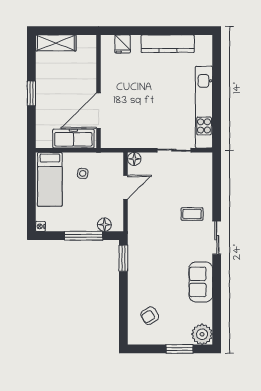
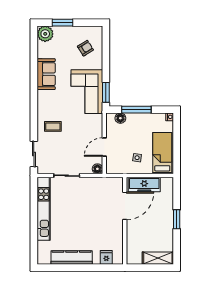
sliding door: (217, 238) -> (34, 154), moved
corner sofa: (148, 259) -> (87, 92), added

